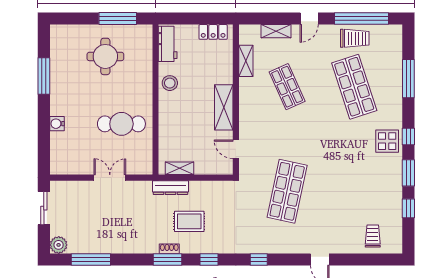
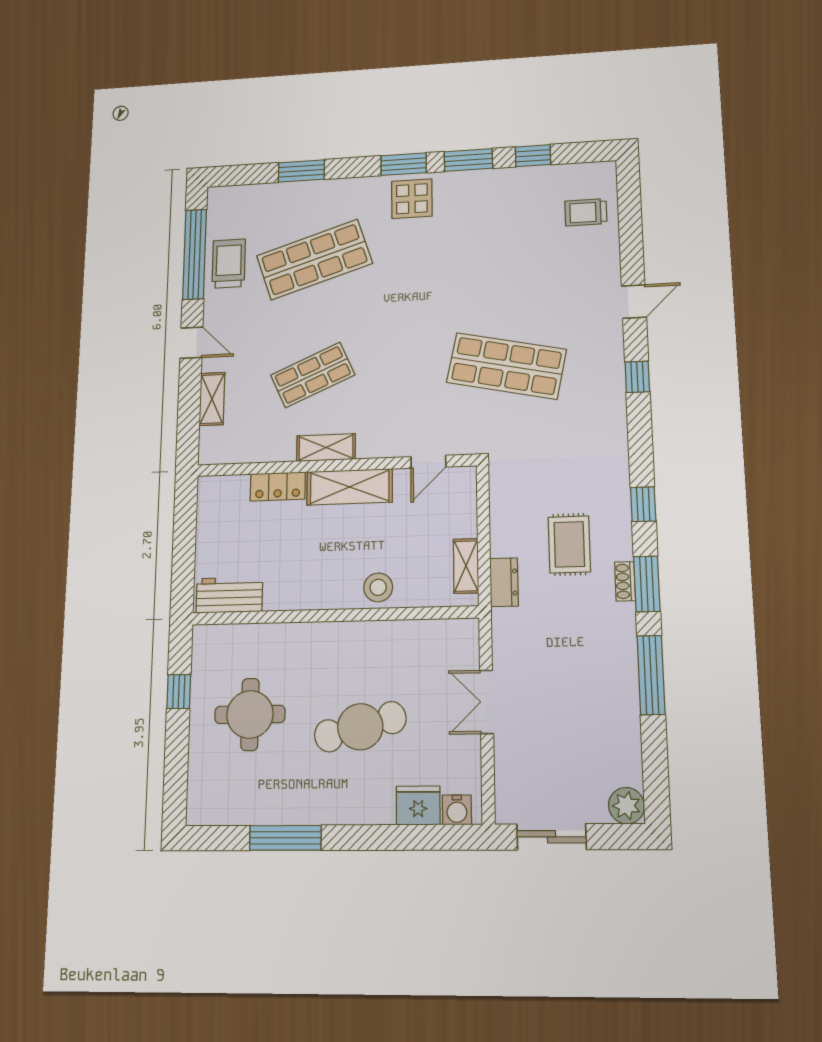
window: (118, 18) -> (179, 692), width x0.46
locker: (213, 32) -> (278, 487), moved, turned 90
shelving: (246, 61) -> (326, 448), moved
window: (408, 79) -> (301, 171), width x0.69
stool: (170, 83) -> (378, 587), moved
water cooler: (57, 124) -> (457, 810), moved
cafe table: (121, 124) -> (360, 727), moved, turned 75
window: (408, 137) -> (404, 164), width x1.50
fridge: (59, 143) -> (418, 805), added
dresser: (170, 188) -> (504, 582), width x0.70
window: (91, 259) -> (651, 675), moved
window: (259, 259) -> (637, 377), moved

